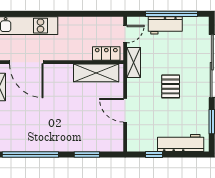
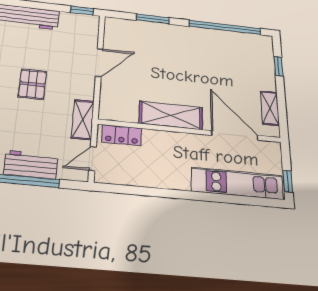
shelving: (96, 73) -> (171, 115), moved
door: (125, 110) -> (99, 63), hinge flipped
window: (154, 154) -> (82, 11), moved

